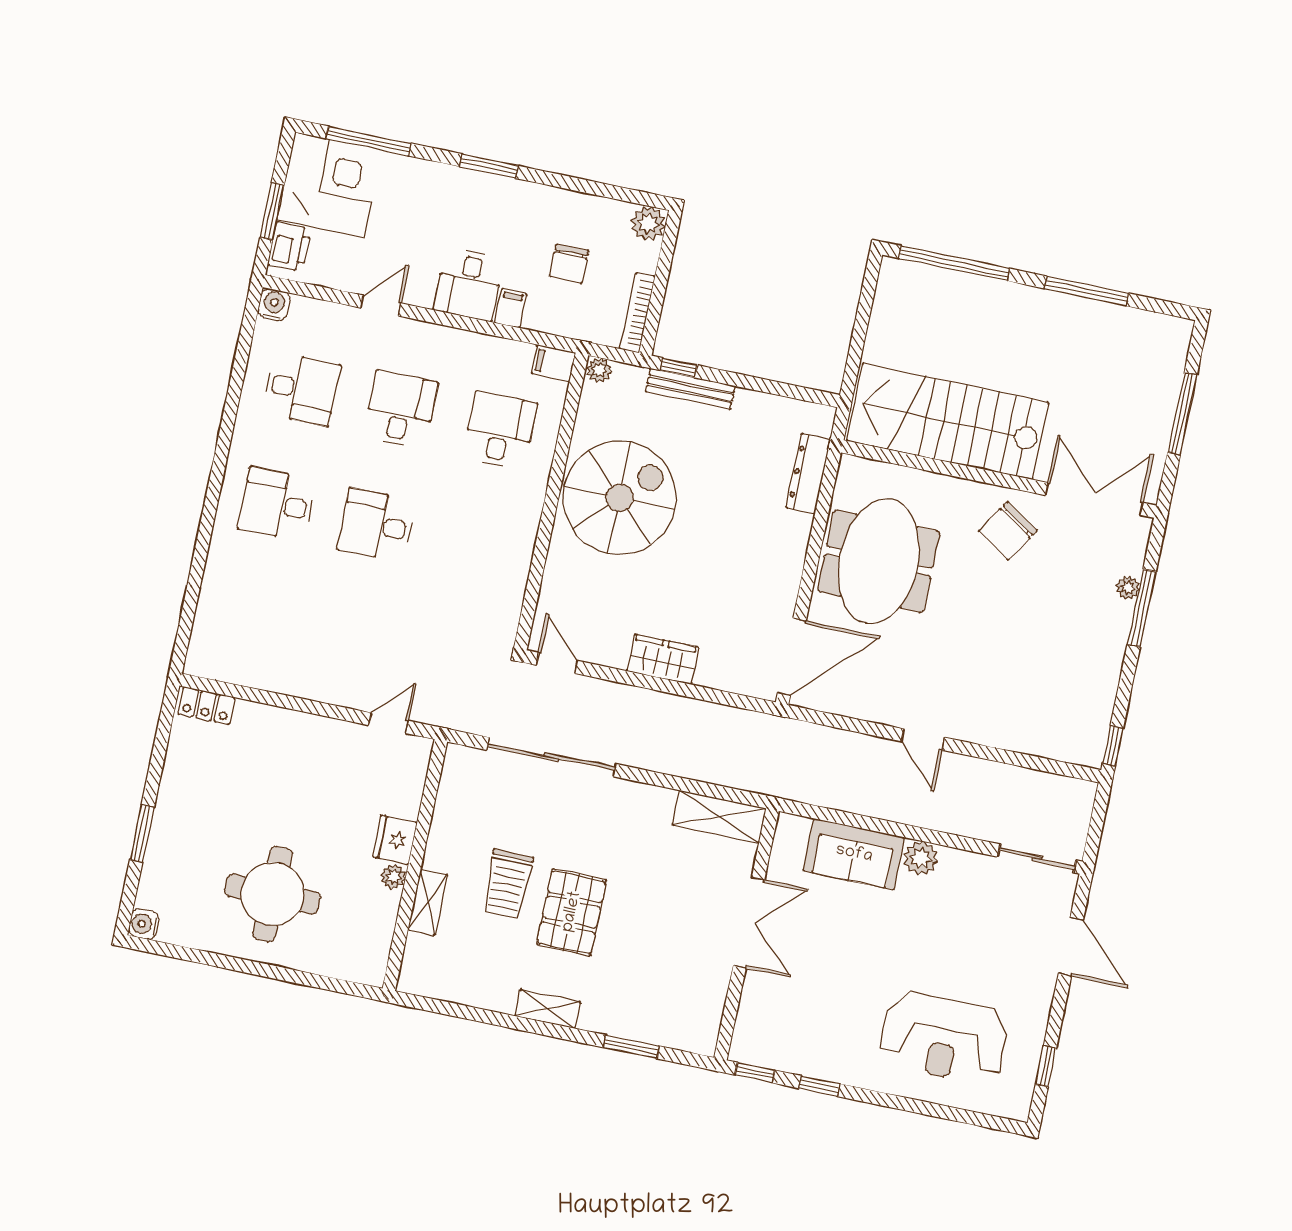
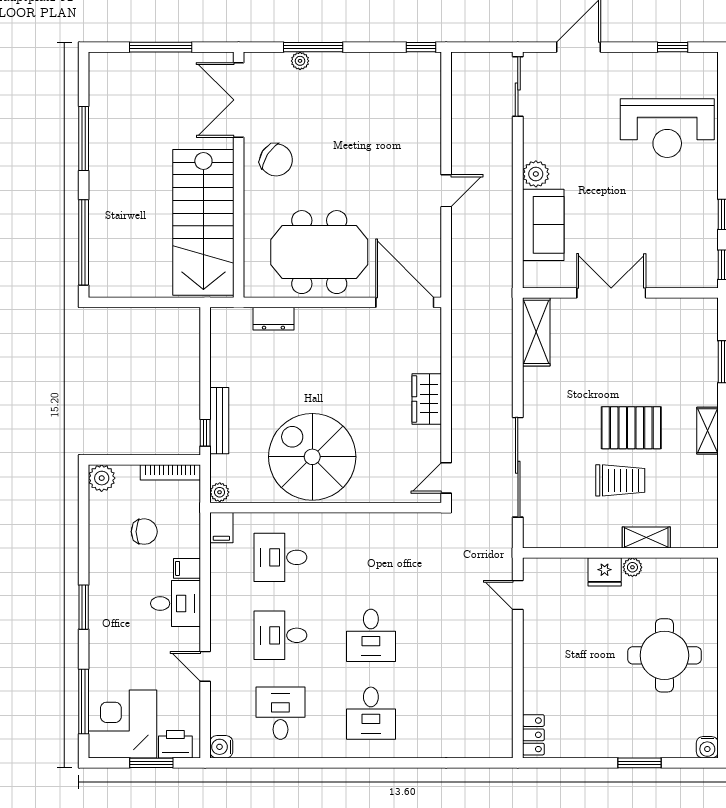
dresser: (808, 474) -> (273, 319), width x0.70
reception desk: (944, 1038) -> (667, 128), turned 90

